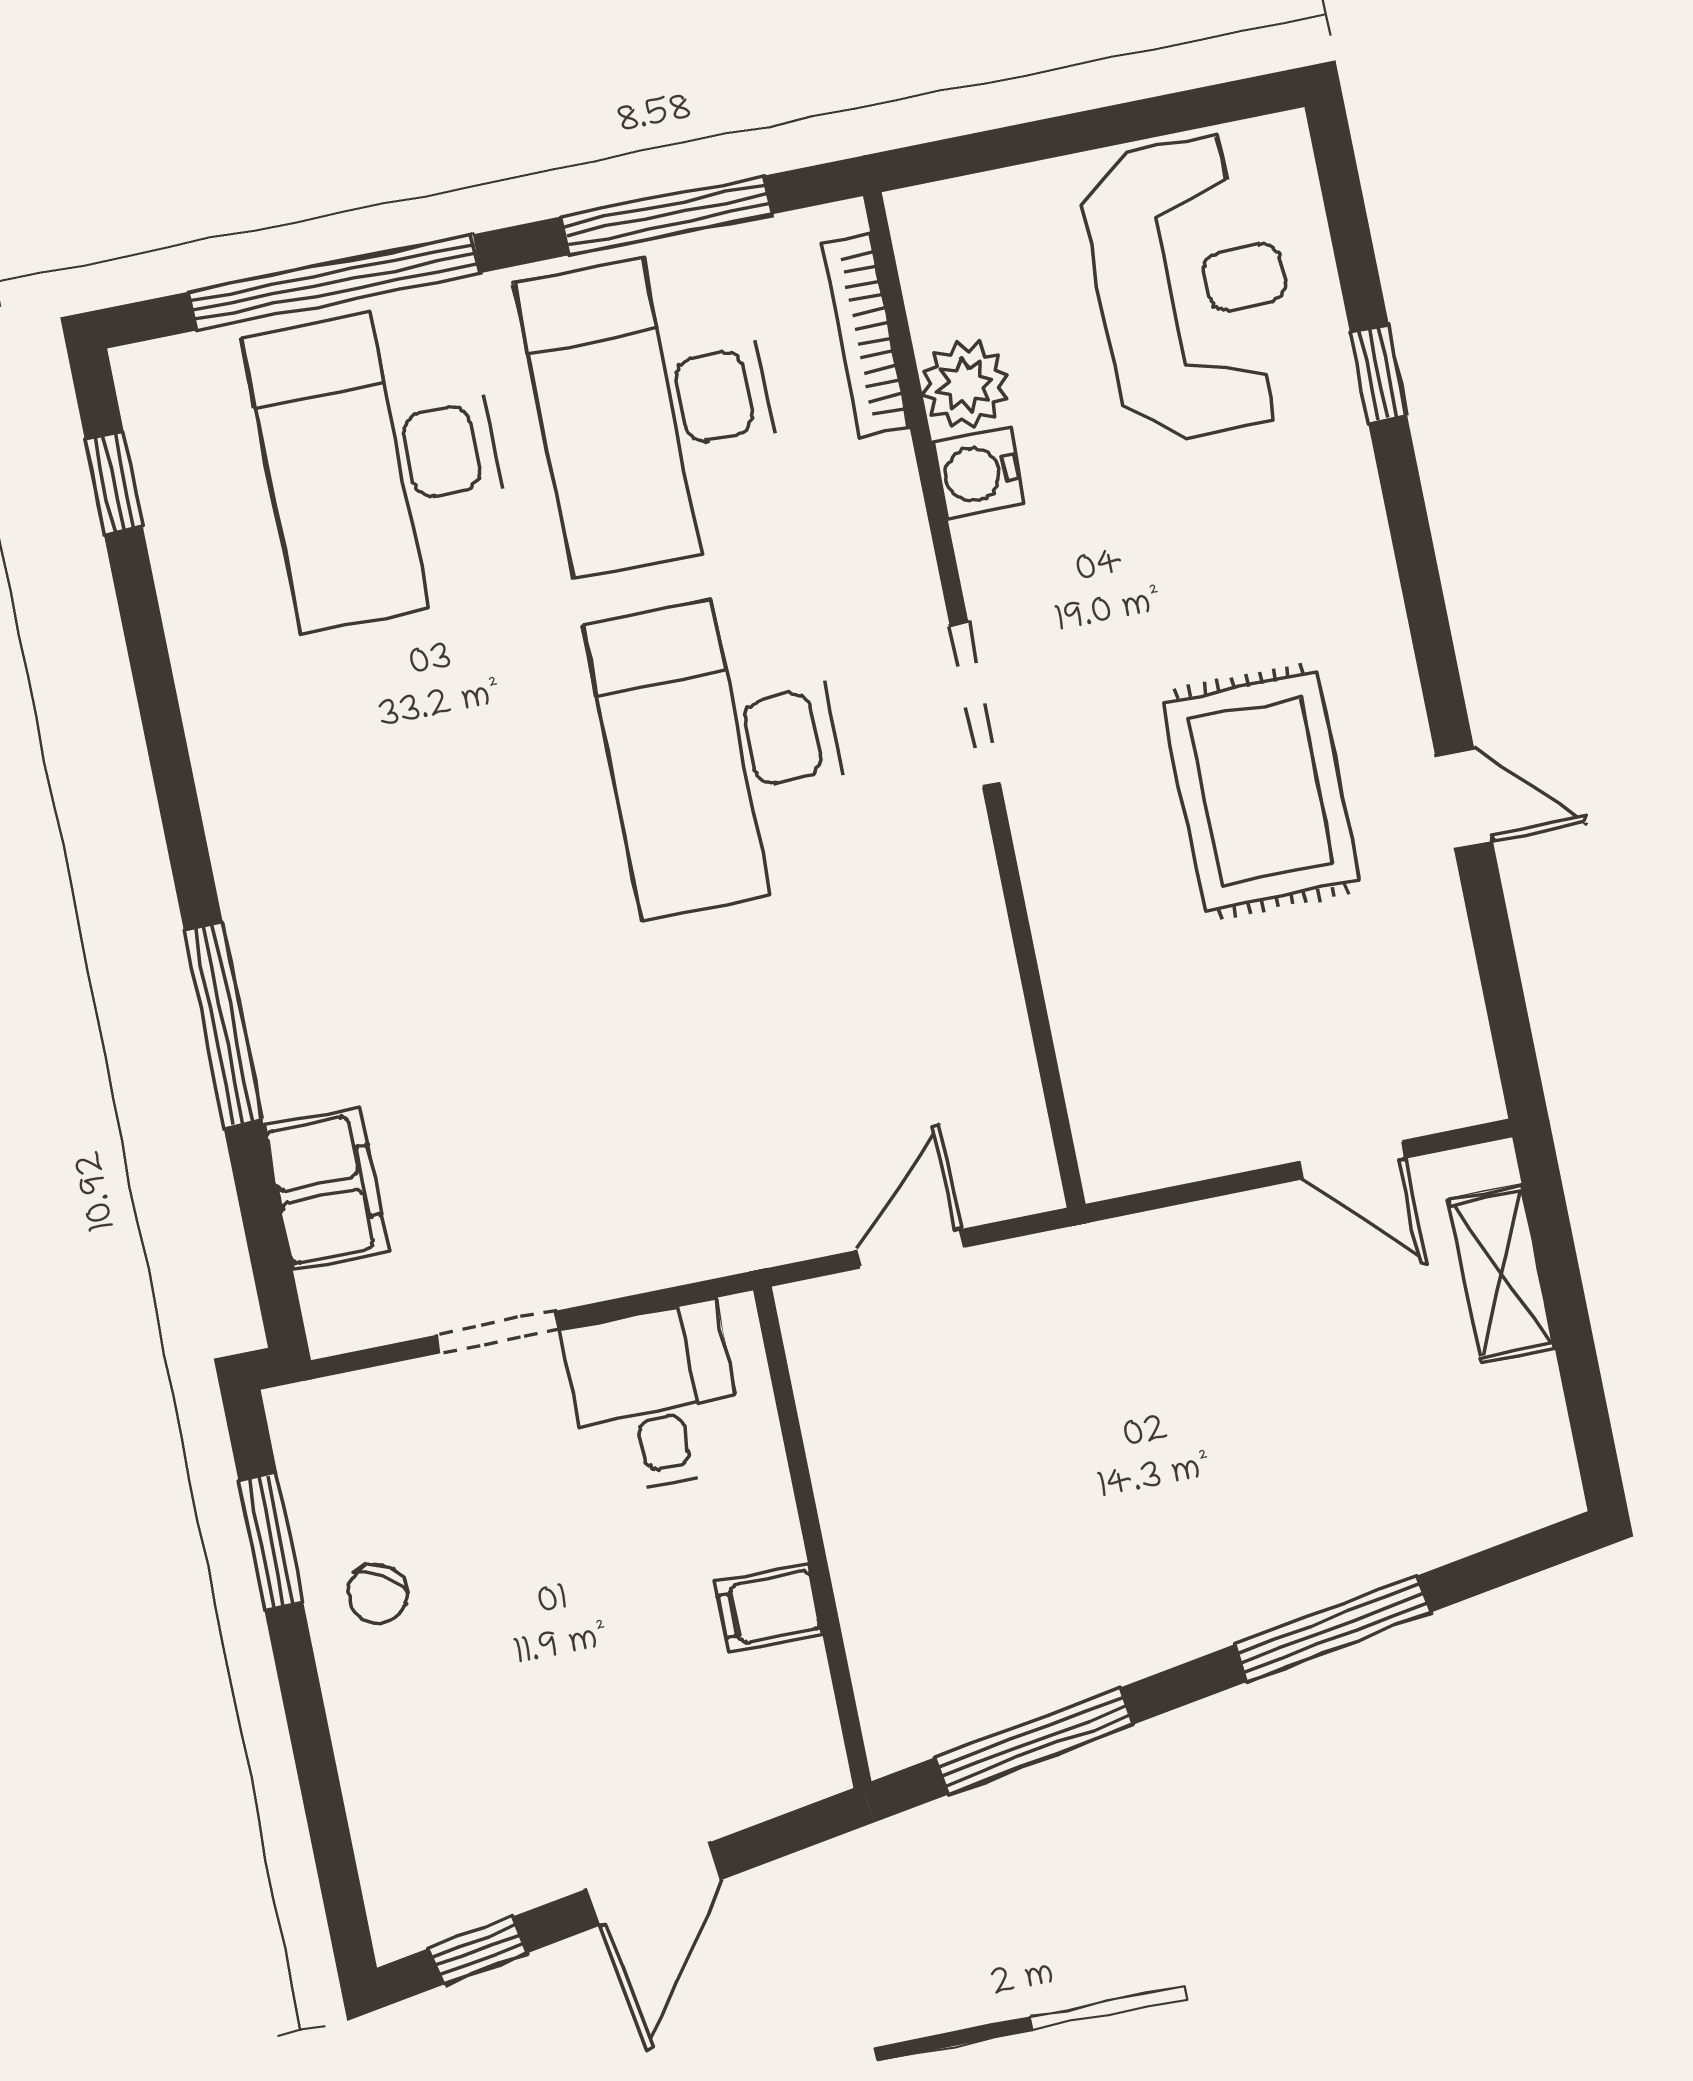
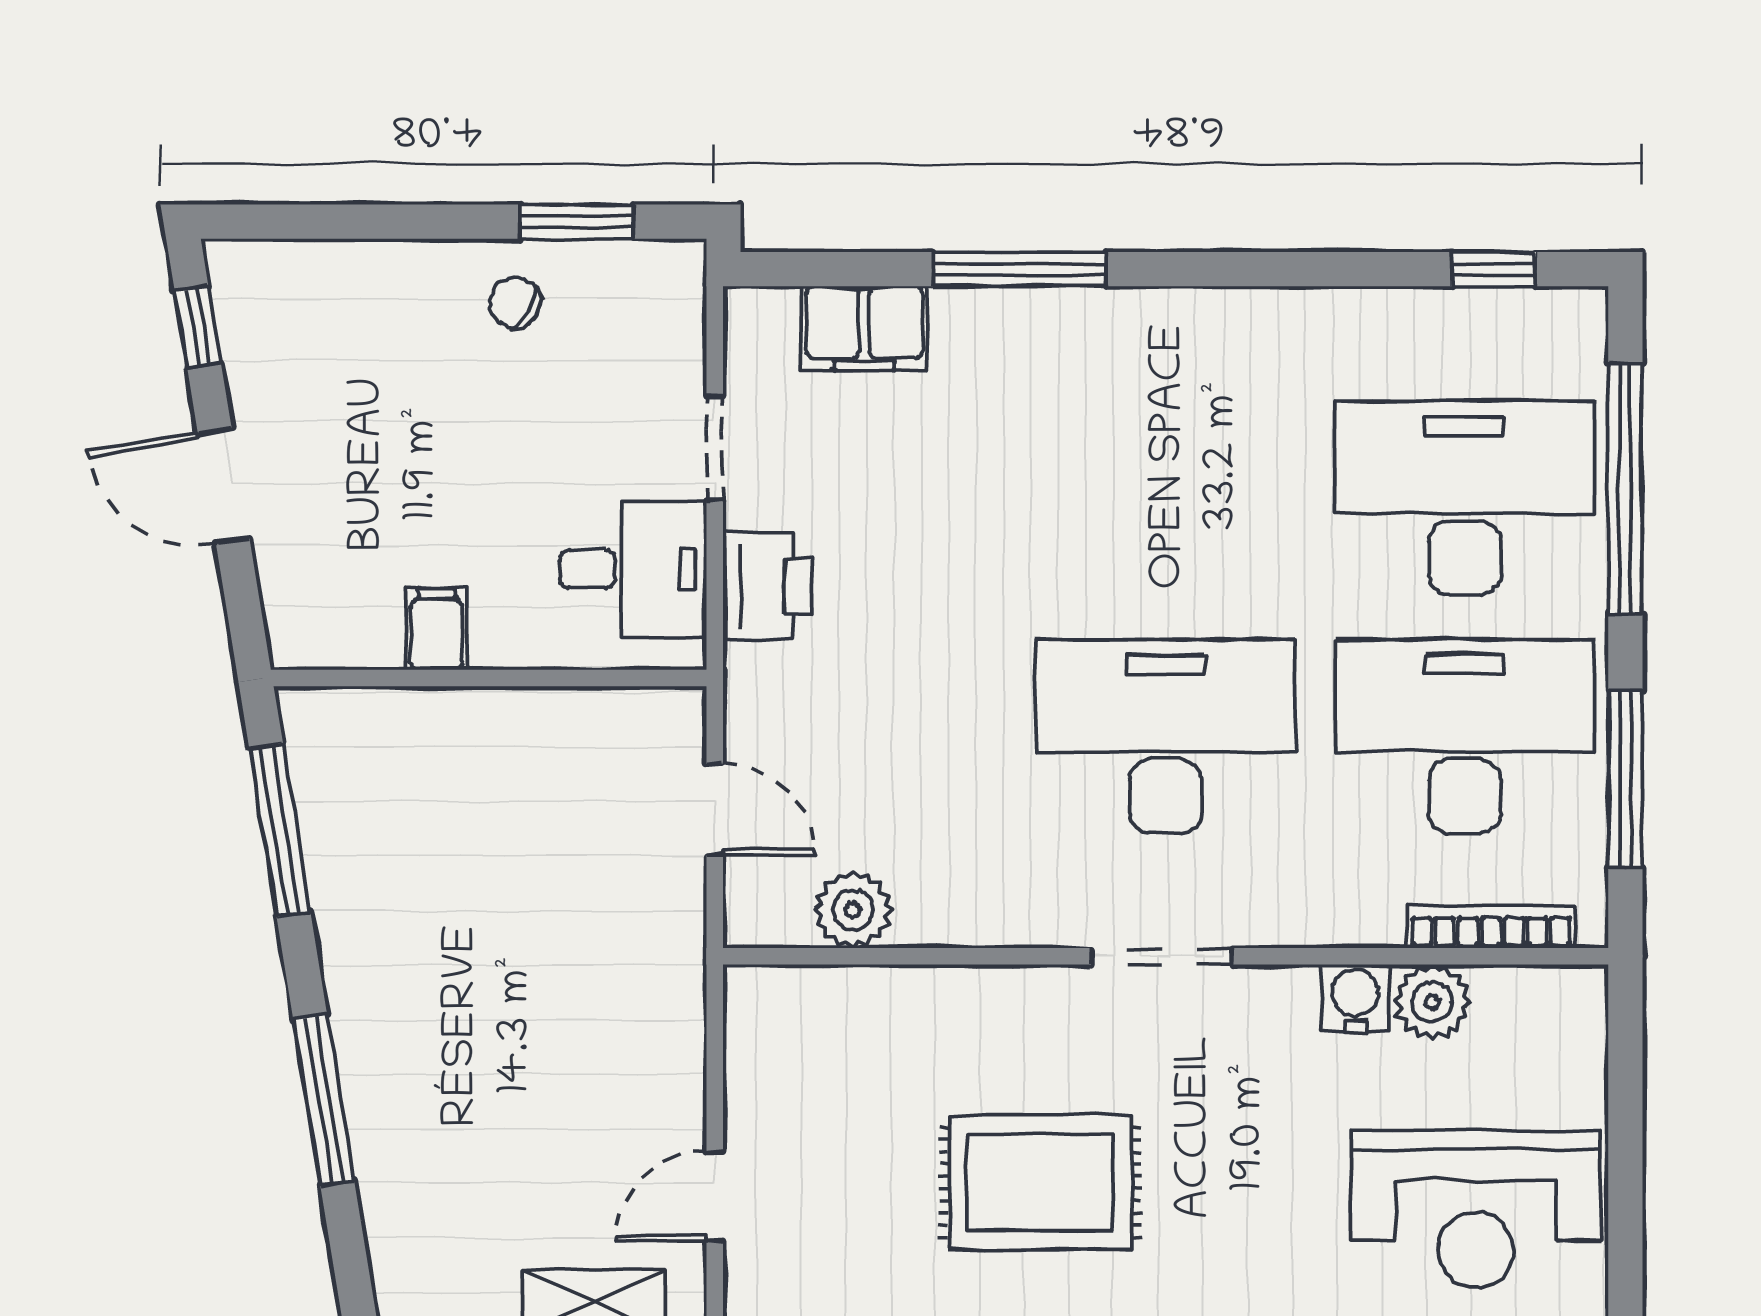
plant: (993, 1068) -> (853, 910), added
printer: (644, 1241) -> (767, 586), added

